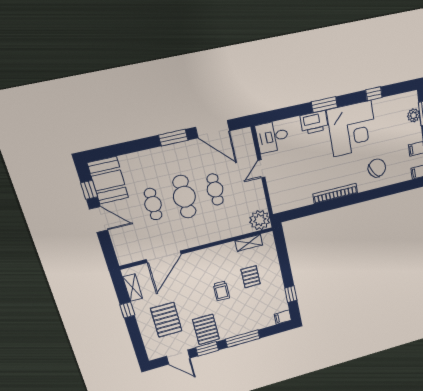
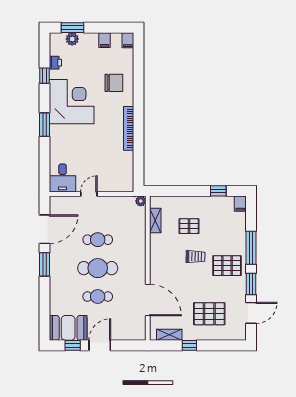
printer: (314, 122) -> (55, 63), moved, width x0.53, depth x0.68
chair: (377, 168) -> (114, 83), turned 122
door: (261, 169) -> (89, 194), swing flipped
plant: (260, 220) -> (141, 201), width x0.53, depth x0.53
pallet: (206, 329) -> (227, 266), moved

